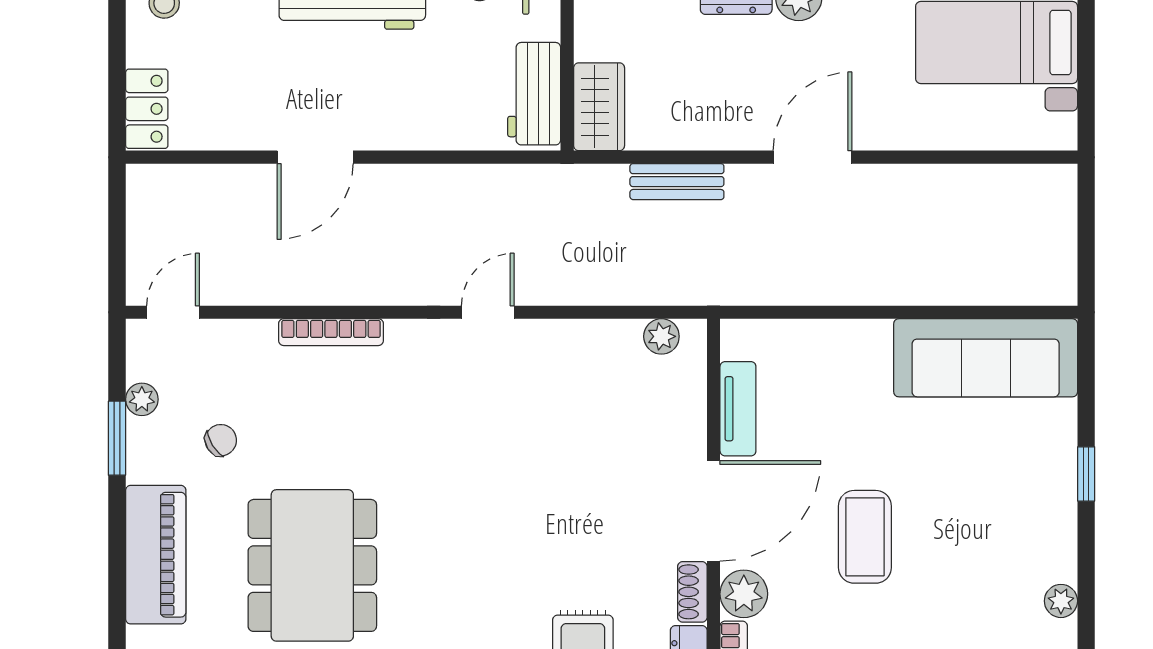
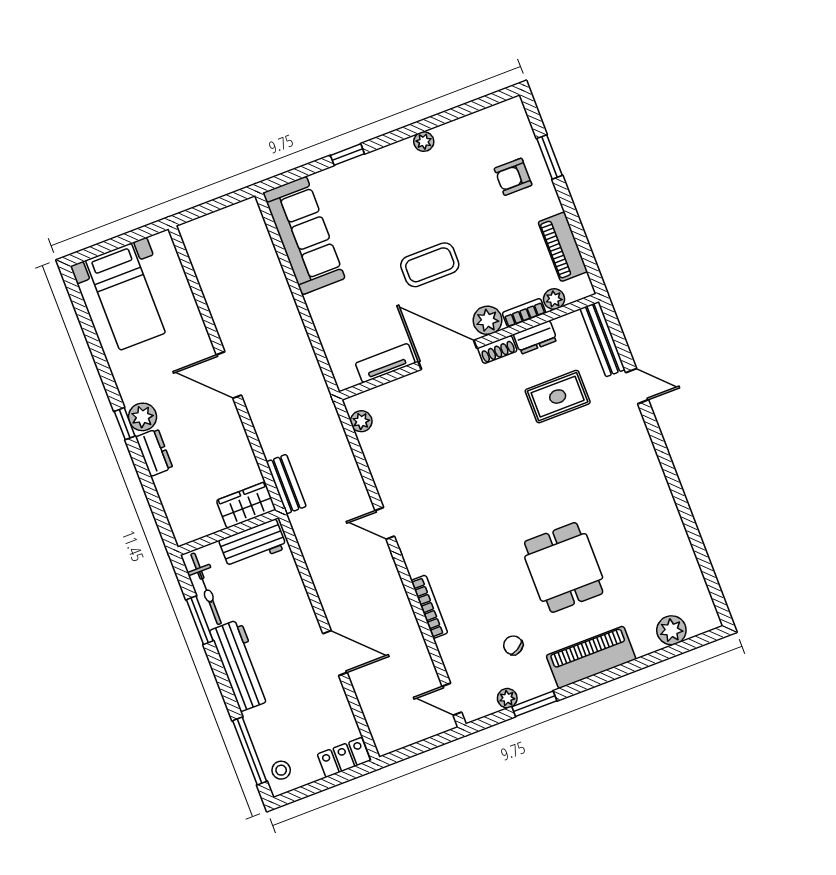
bench: (677, 182) -> (286, 484), moved
dining table: (312, 565) -> (564, 567), width x0.73

